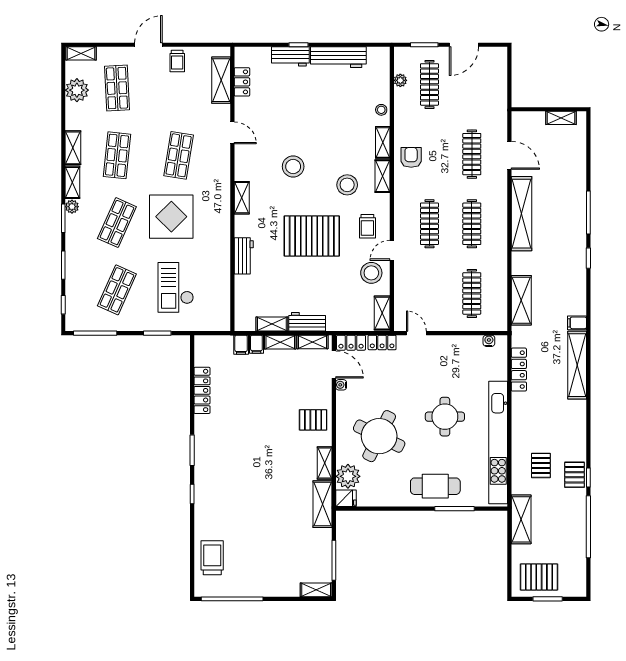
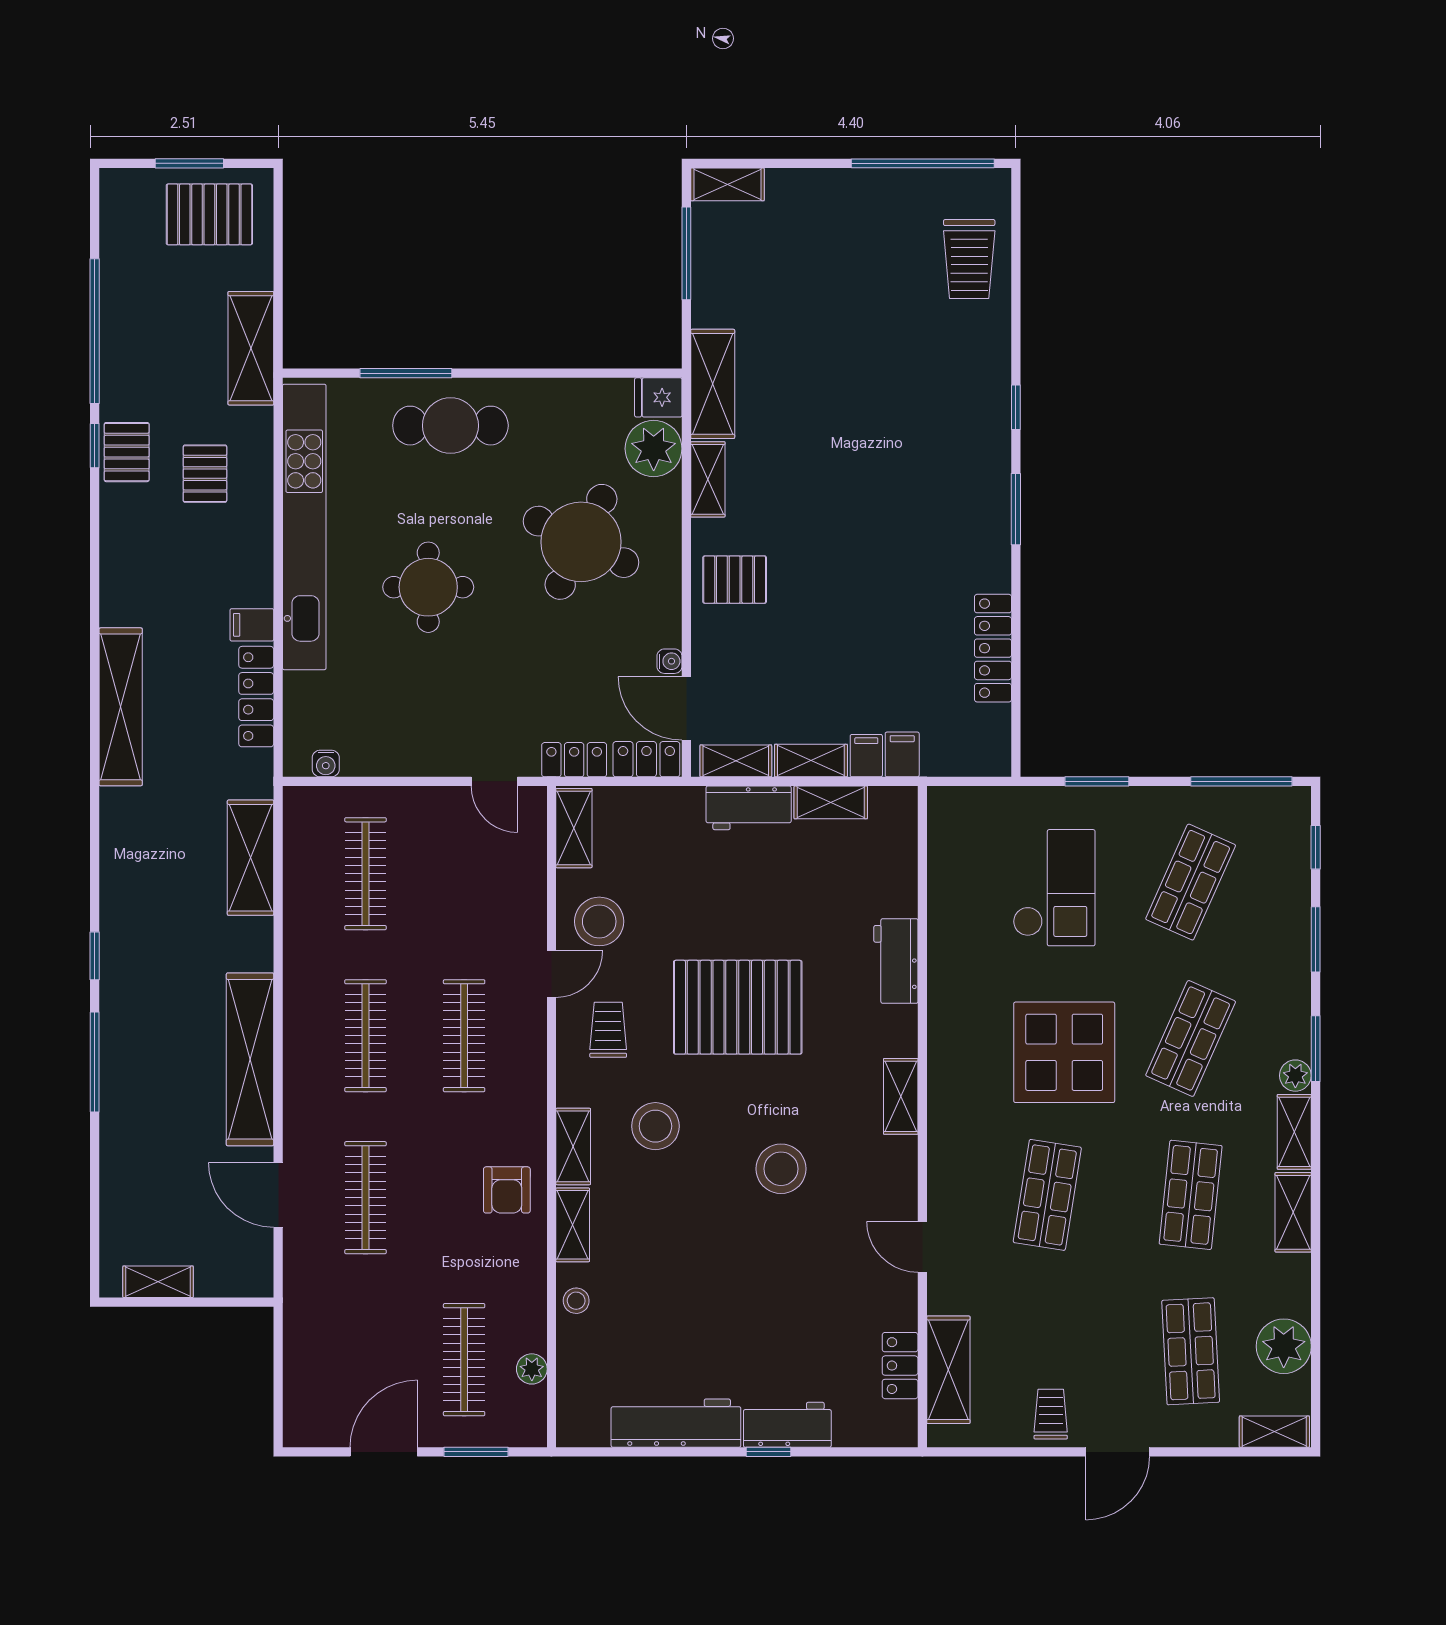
filing cabinet: (577, 323) -> (252, 625), moved, turned 180

